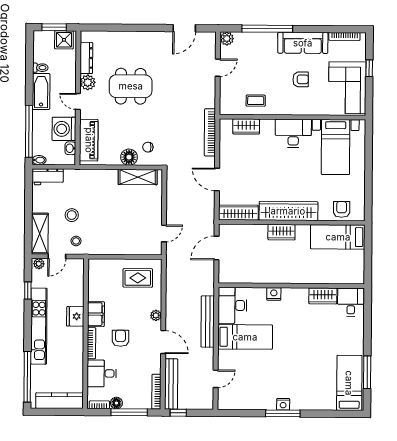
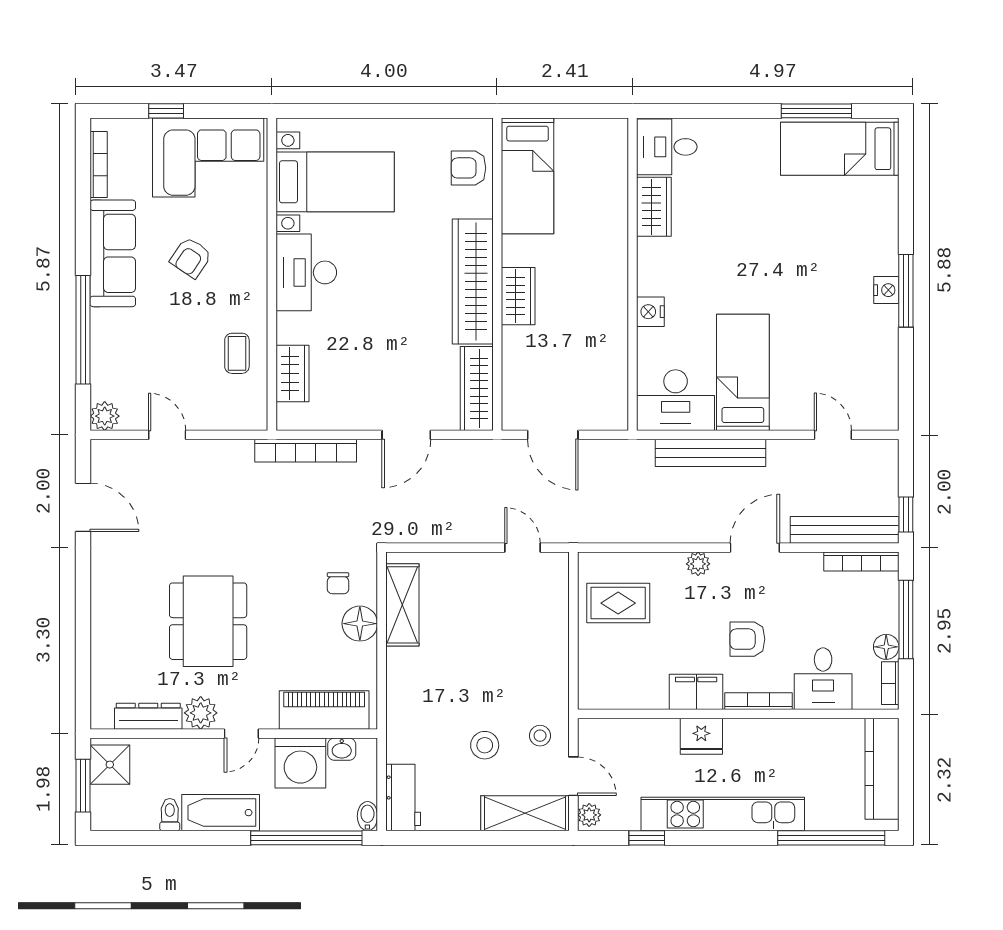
armchair: (301, 79) -> (191, 258), turned -146
rug: (138, 278) -> (618, 603), turned 90

